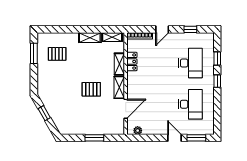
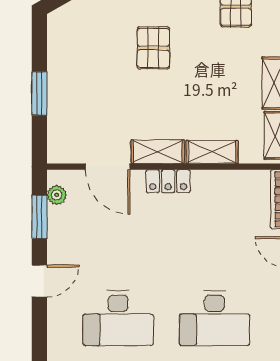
locker: (132, 62) -> (168, 181), moved
pallet: (91, 89) -> (153, 48), moved
window: (196, 138) -> (39, 217), moved

